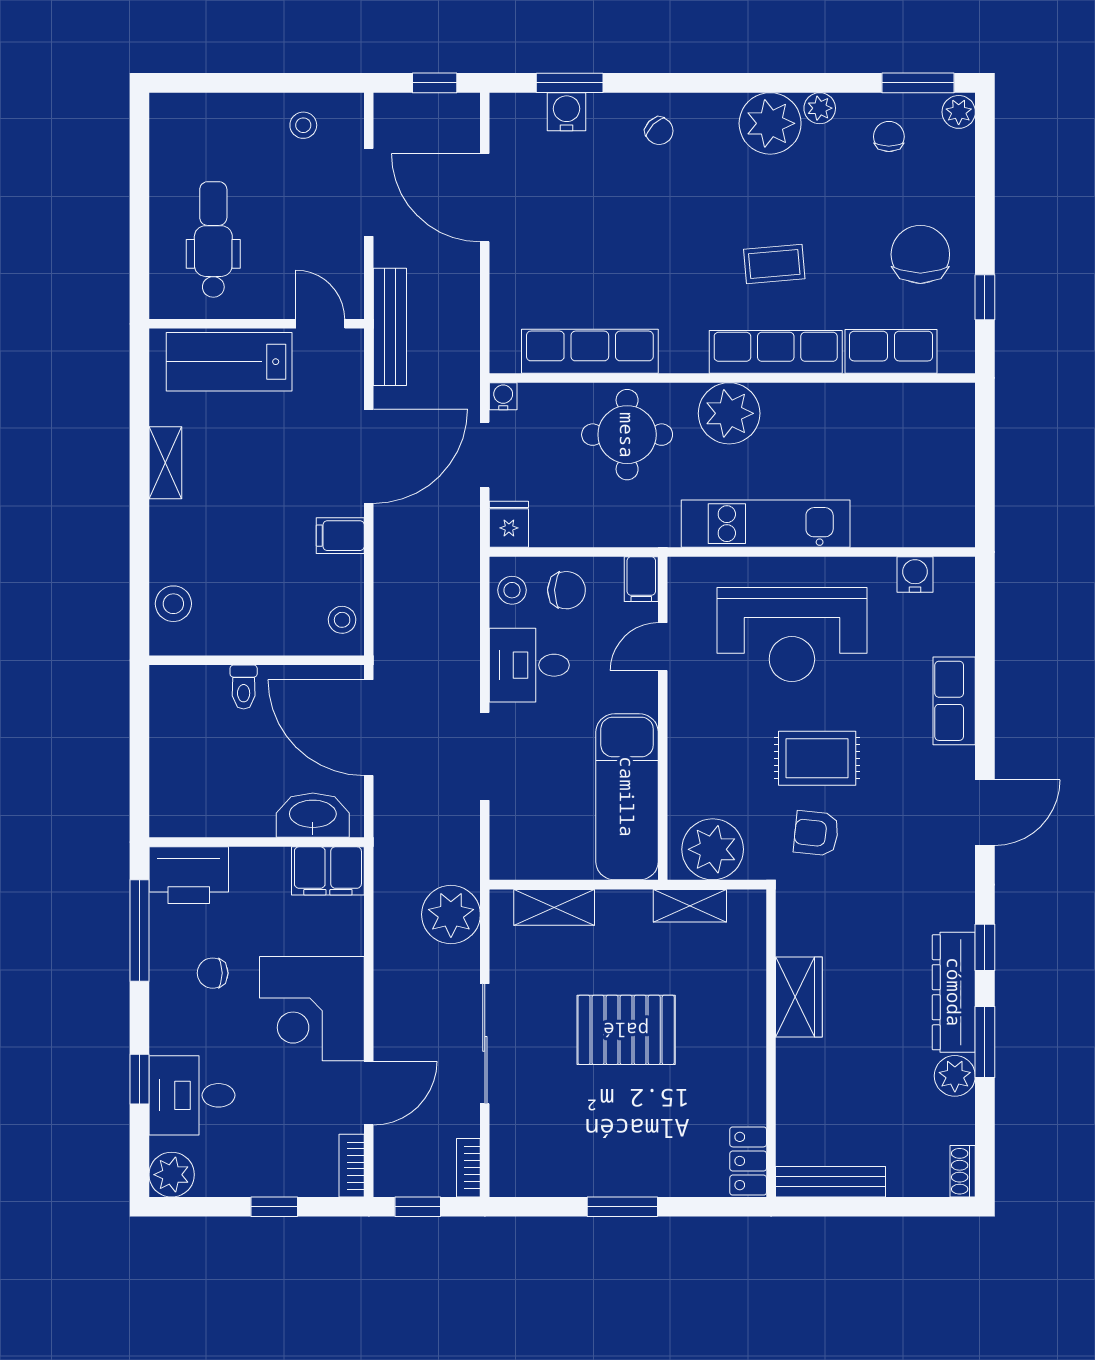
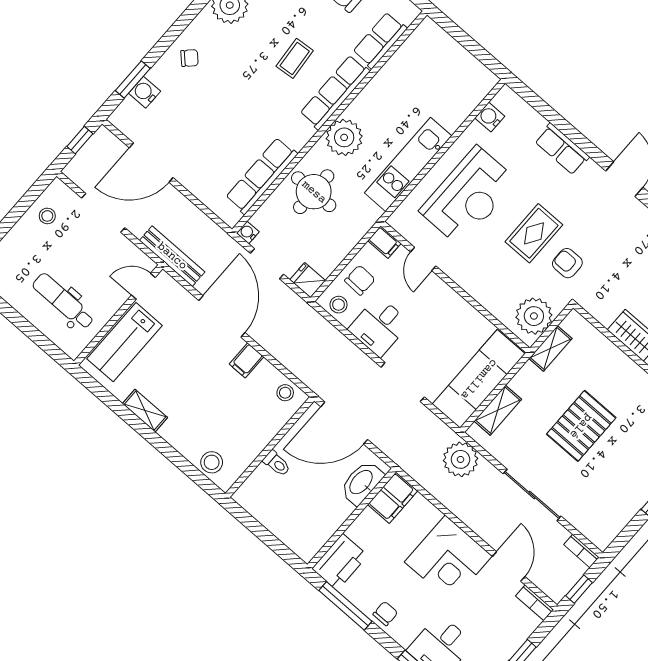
exam couch: (627, 797) -> (479, 379), moved, turned 90
armchair: (816, 833) -> (567, 263), turned 84
chair: (213, 973) -> (385, 614), moved, turned 180

